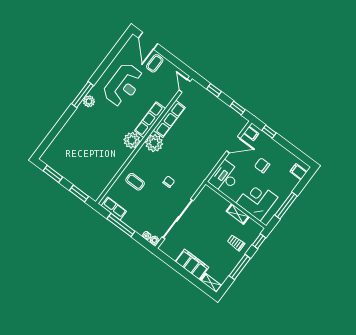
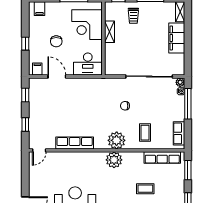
coffee table: (155, 63) -> (145, 189), moved
row of seats: (150, 120) -> (162, 158), moved
window: (269, 132) -> (25, 44), moved
plant: (154, 143) -> (117, 140), moved
window: (121, 225) -> (188, 104), moved

